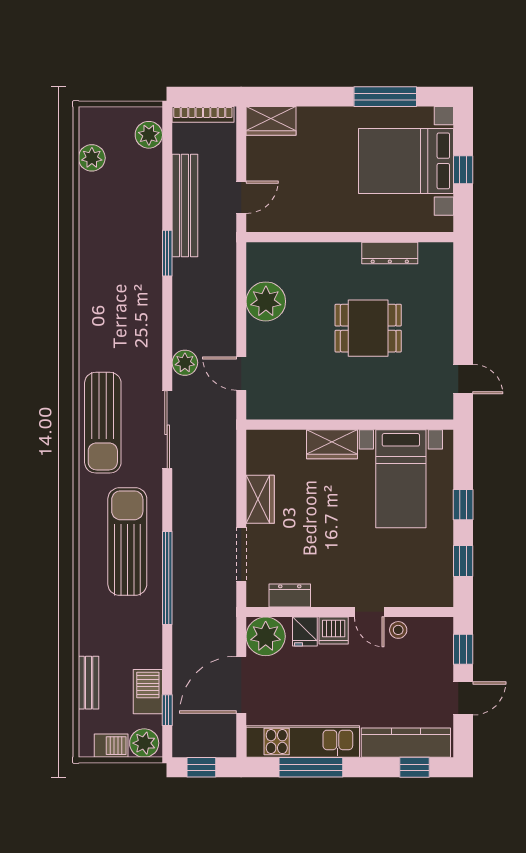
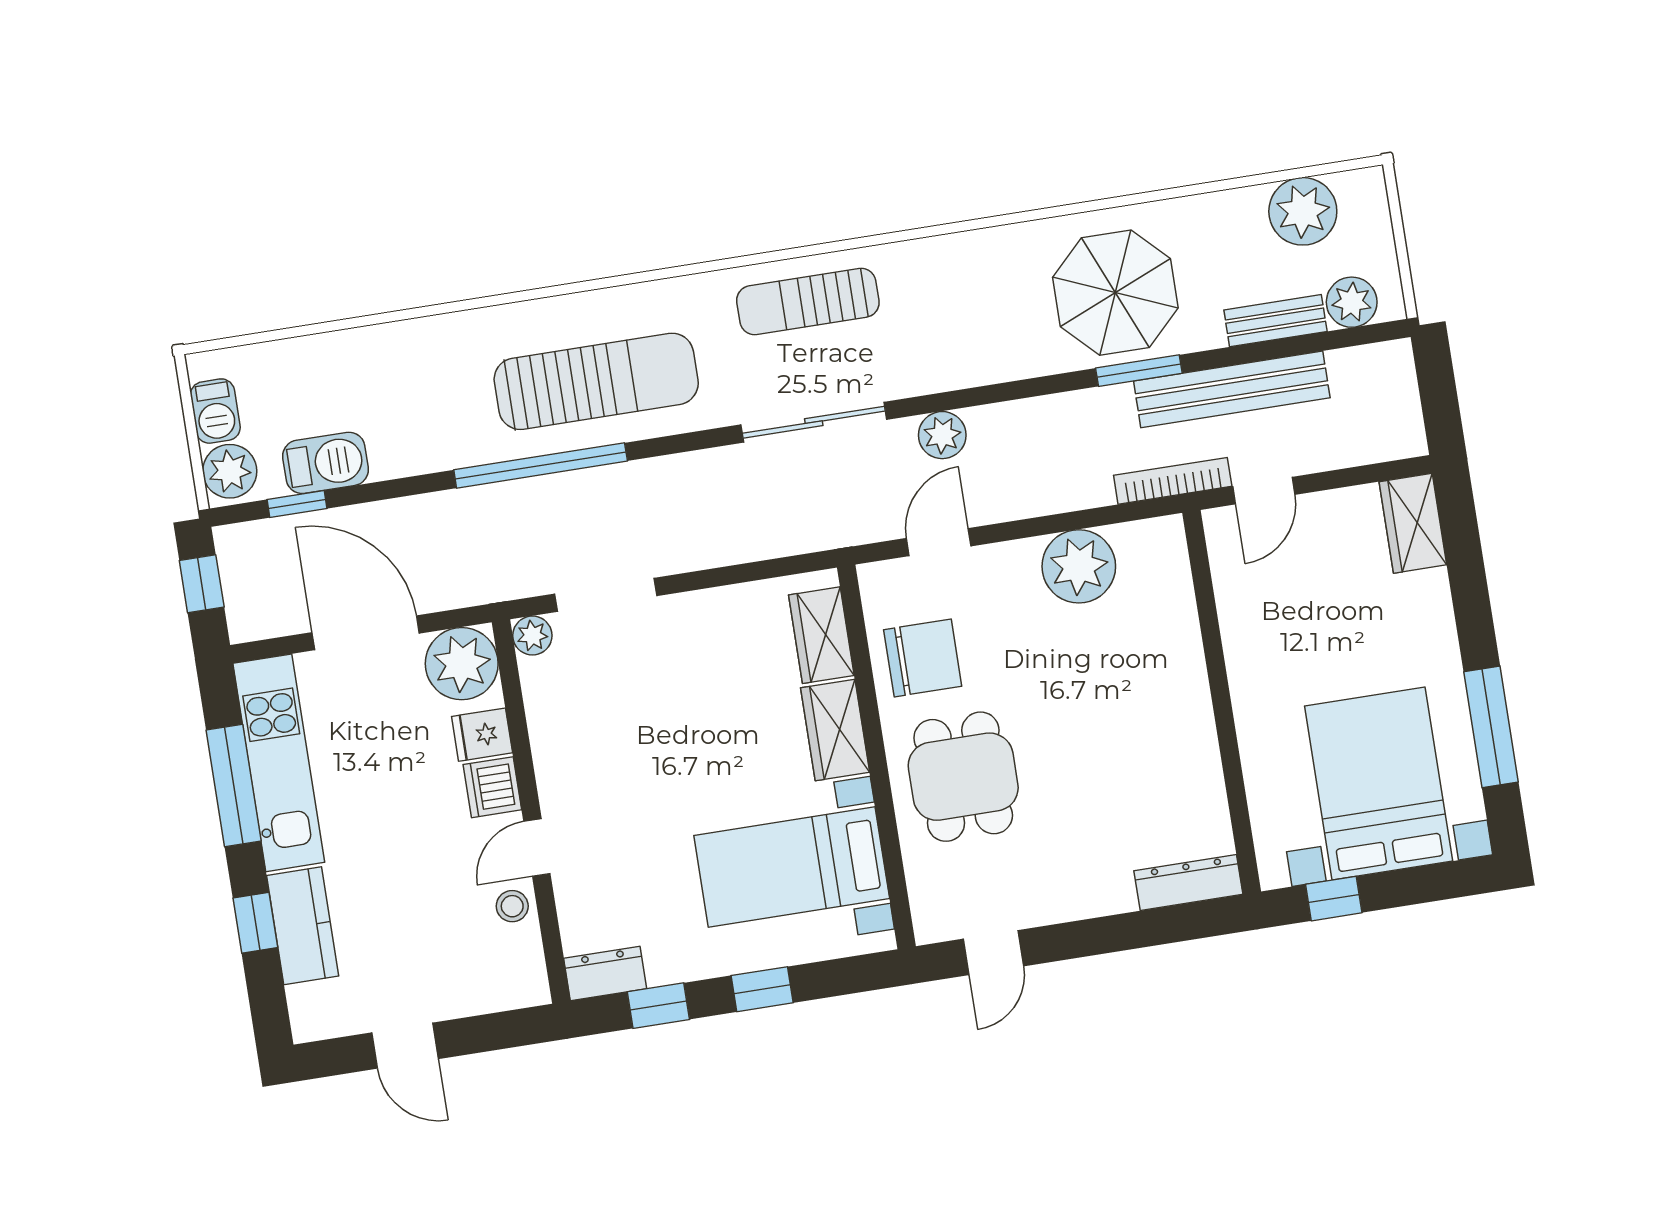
bookcase: (203, 114) -> (1173, 481), moved, turned 90
plant: (92, 158) -> (1303, 211), width x1.36, depth x1.36
window: (463, 170) -> (1334, 899), moved
door: (241, 197) -> (1264, 491), hinge flipped
dresser: (390, 253) -> (1188, 882), moved, turned 90
parasol: (124, 259) -> (1115, 293), added
dining table: (368, 328) -> (963, 777), moved
chair: (301, 392) -> (923, 658), added
sun lounger: (103, 423) -> (808, 301), width x0.73, depth x0.75
wardrobe: (260, 499) -> (821, 635), moved, turned 90
dresser: (290, 595) -> (605, 973), moved, turned -90
plant: (257, 597) -> (532, 636), added
window: (463, 649) -> (496, 1031), removed
bench: (89, 683) -> (1275, 321), moved
kitchen counter: (406, 743) -> (303, 926), width x0.67
window: (415, 767) -> (255, 923), moved

